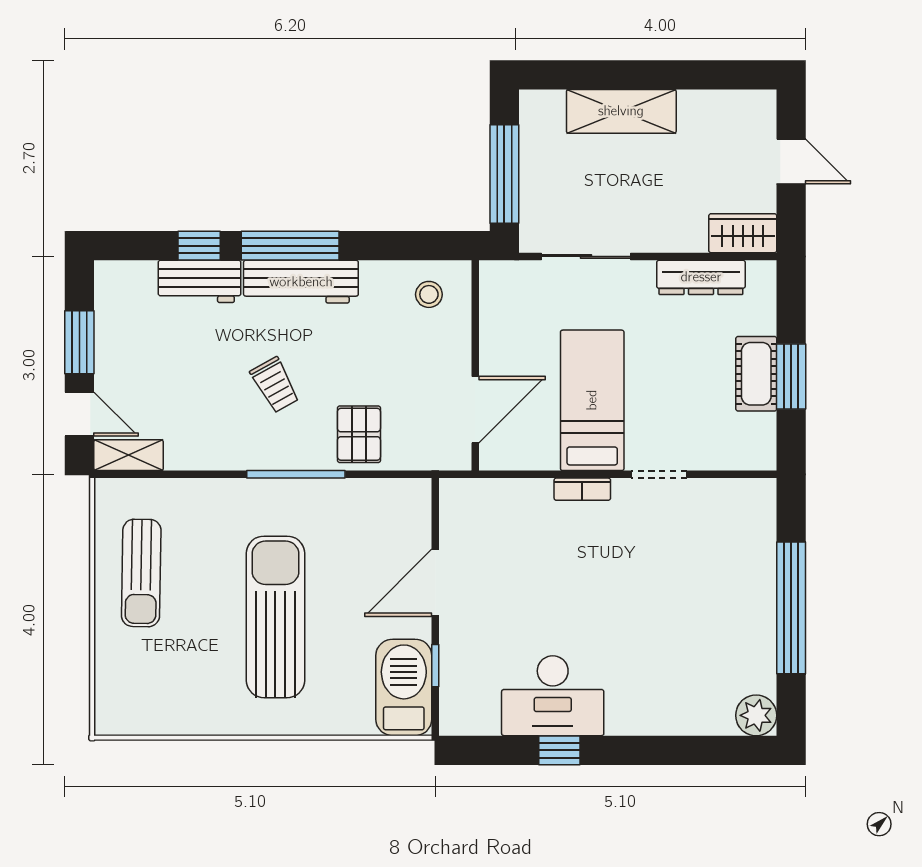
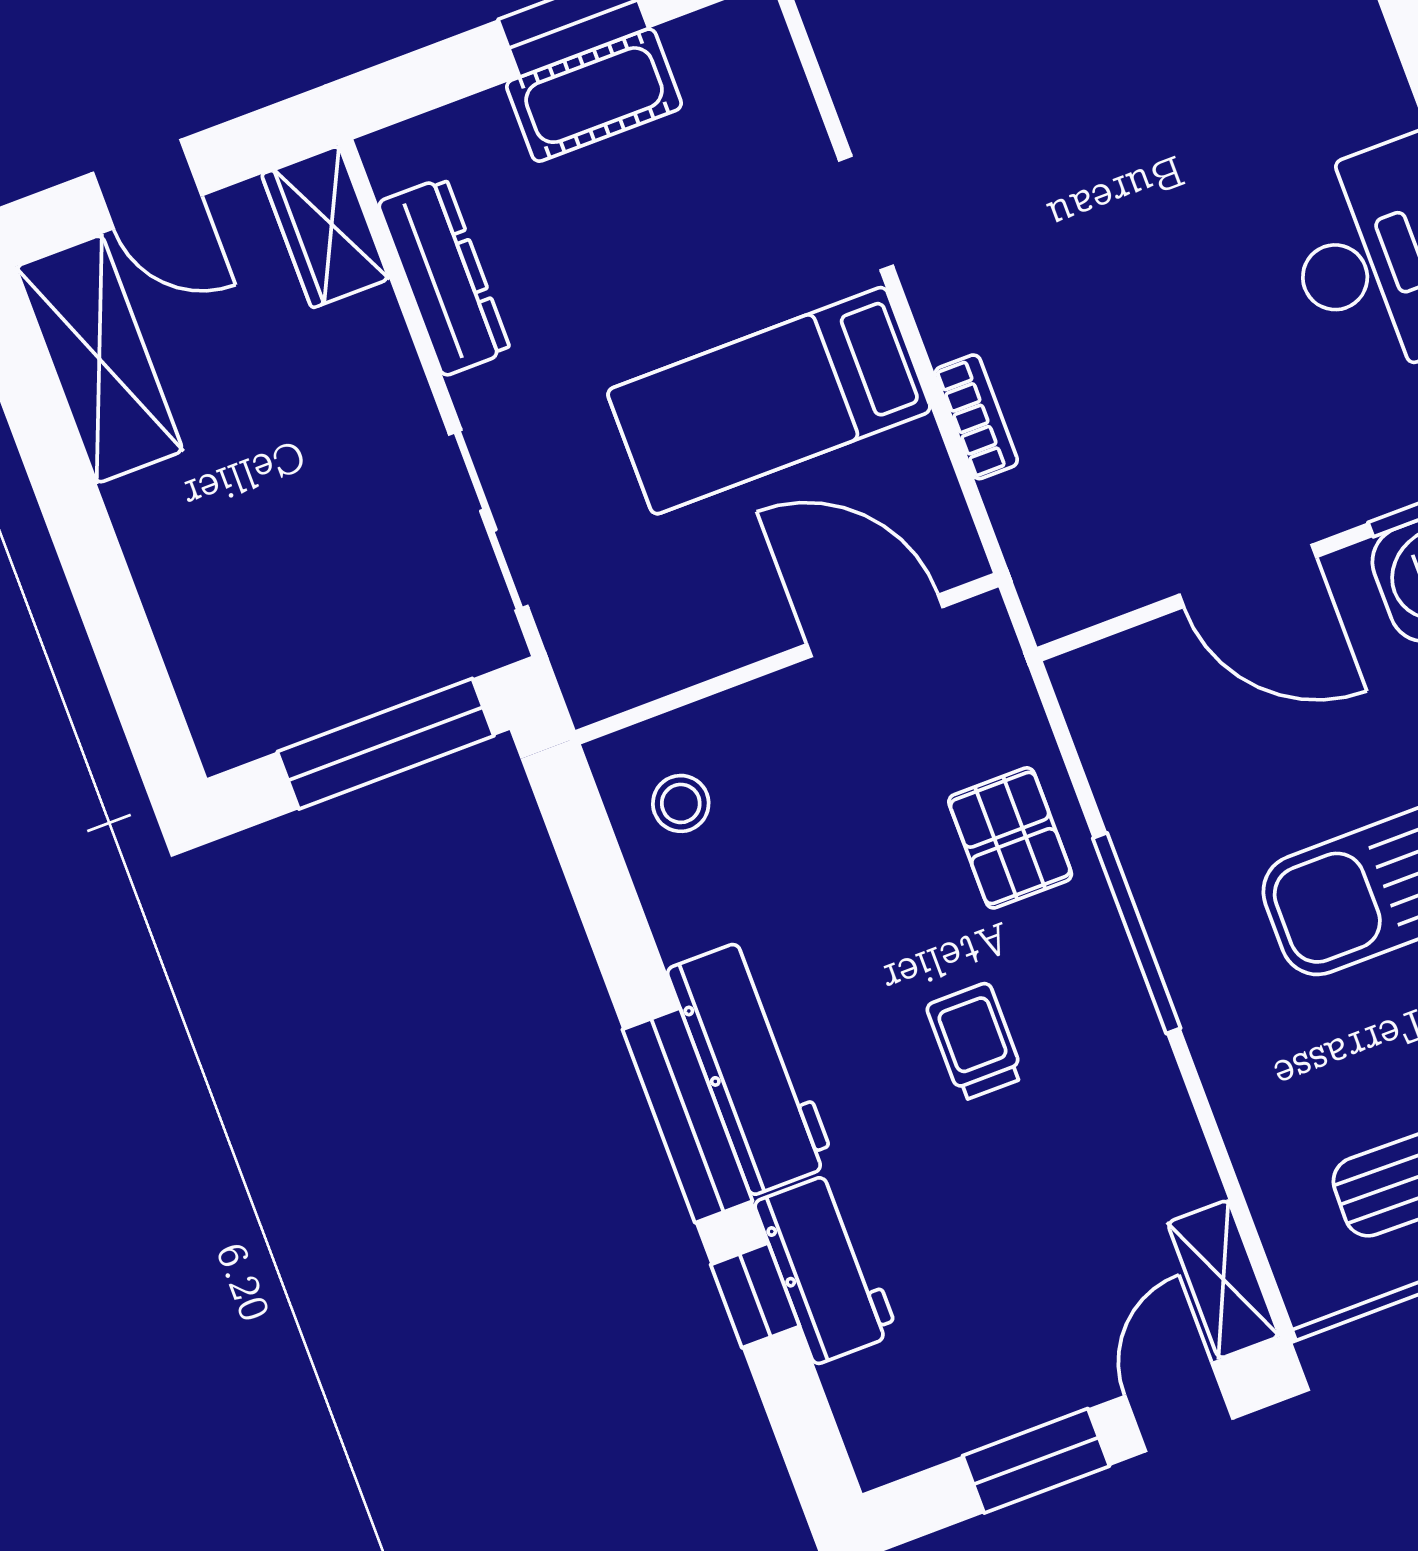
shelving: (621, 111) -> (99, 359), moved
door: (791, 162) -> (147, 184), swing flipped
trolley: (275, 385) -> (975, 1041), turned -61
pallet: (359, 434) -> (1010, 838), turned 90
bookcase: (582, 489) -> (976, 417), moved

